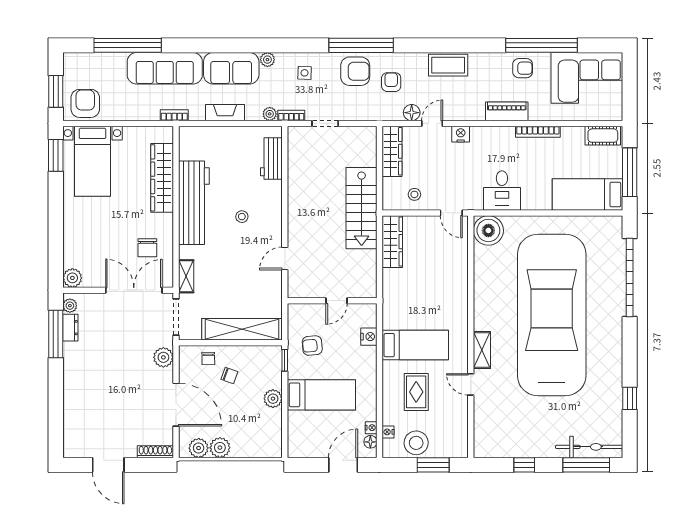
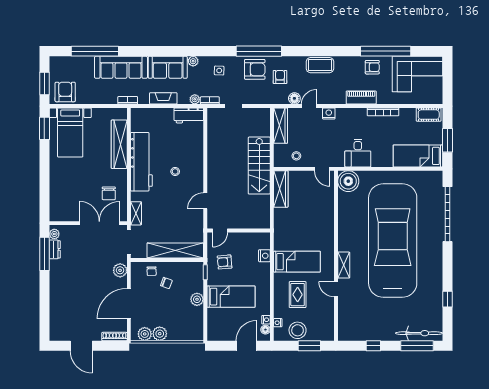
workbench: (271, 158) -> (189, 115), moved, turned -90
window: (630, 172) -> (448, 140), width x0.69
plant: (72, 278) -> (56, 215), removed
door: (337, 301) -> (220, 230), moved
door: (176, 405) -> (129, 304), swing flipped

